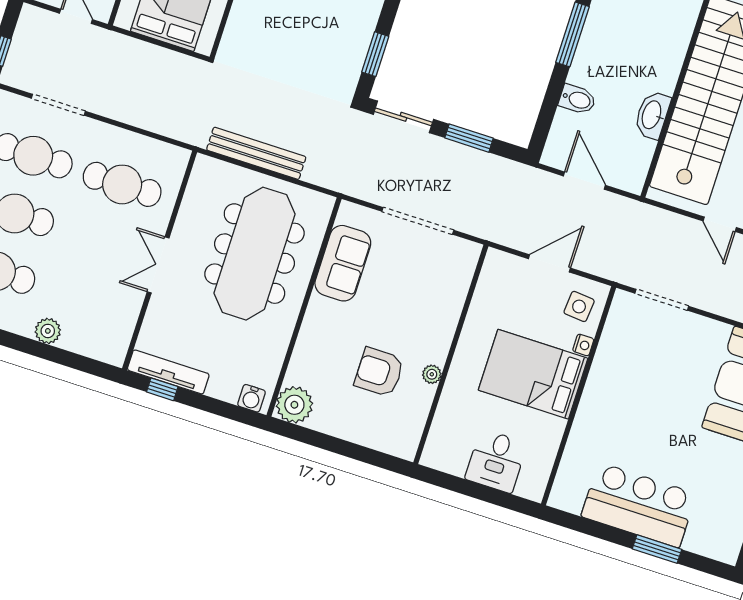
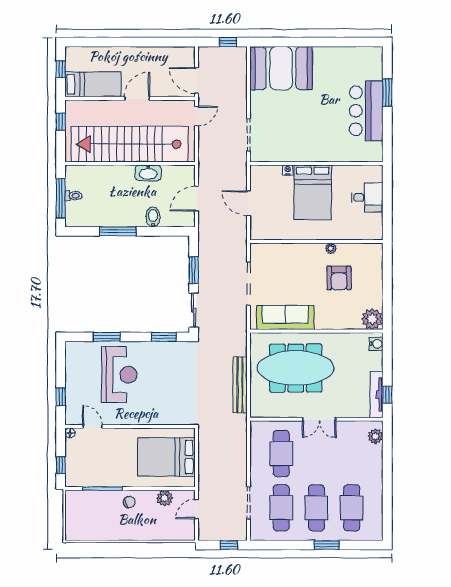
sofa: (343, 263) -> (285, 317), width x1.36
side table: (579, 306) -> (267, 179), removed
plant: (48, 331) -> (375, 436), moved

